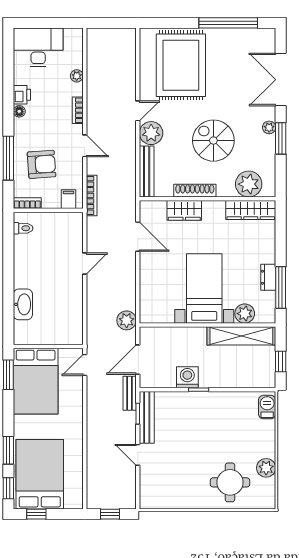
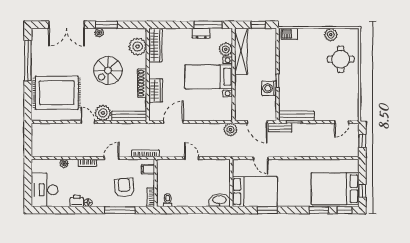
wall: (48, 346) -> (231, 183), moved
bed: (36, 381) -> (255, 192), moved
door: (138, 455) -> (342, 122), moved

